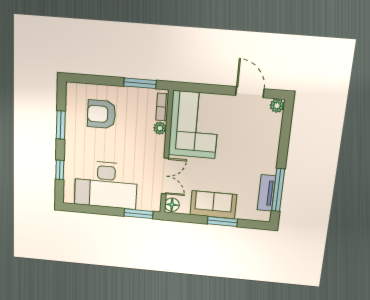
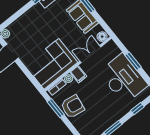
armchair: (102, 114) -> (73, 107), moved, turned -81
filing cabinet: (155, 143) -> (78, 74), added
window: (138, 214) -> (133, 61), moved

